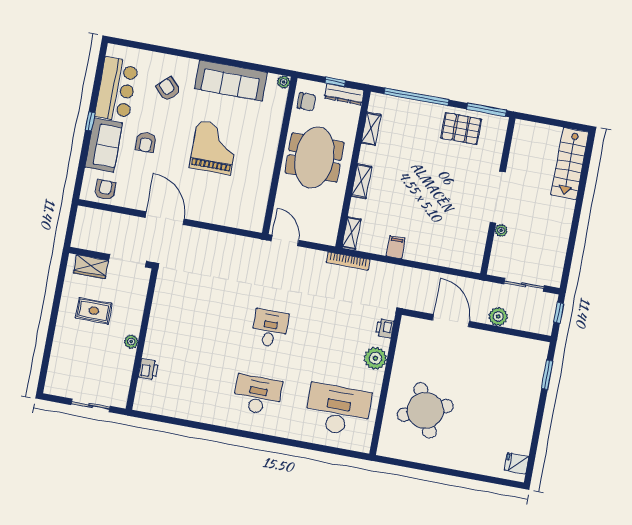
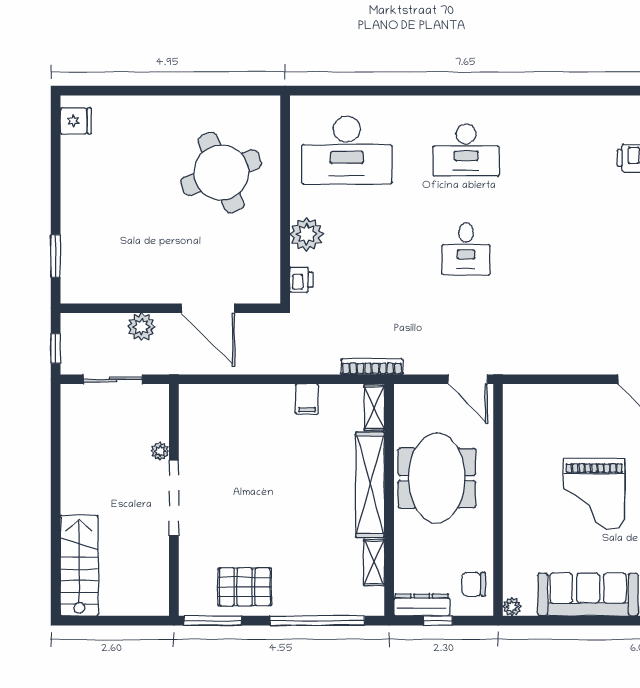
meeting table: (314, 157) -> (437, 478), moved
shelving: (362, 181) -> (370, 485), width x2.20, depth x1.33

